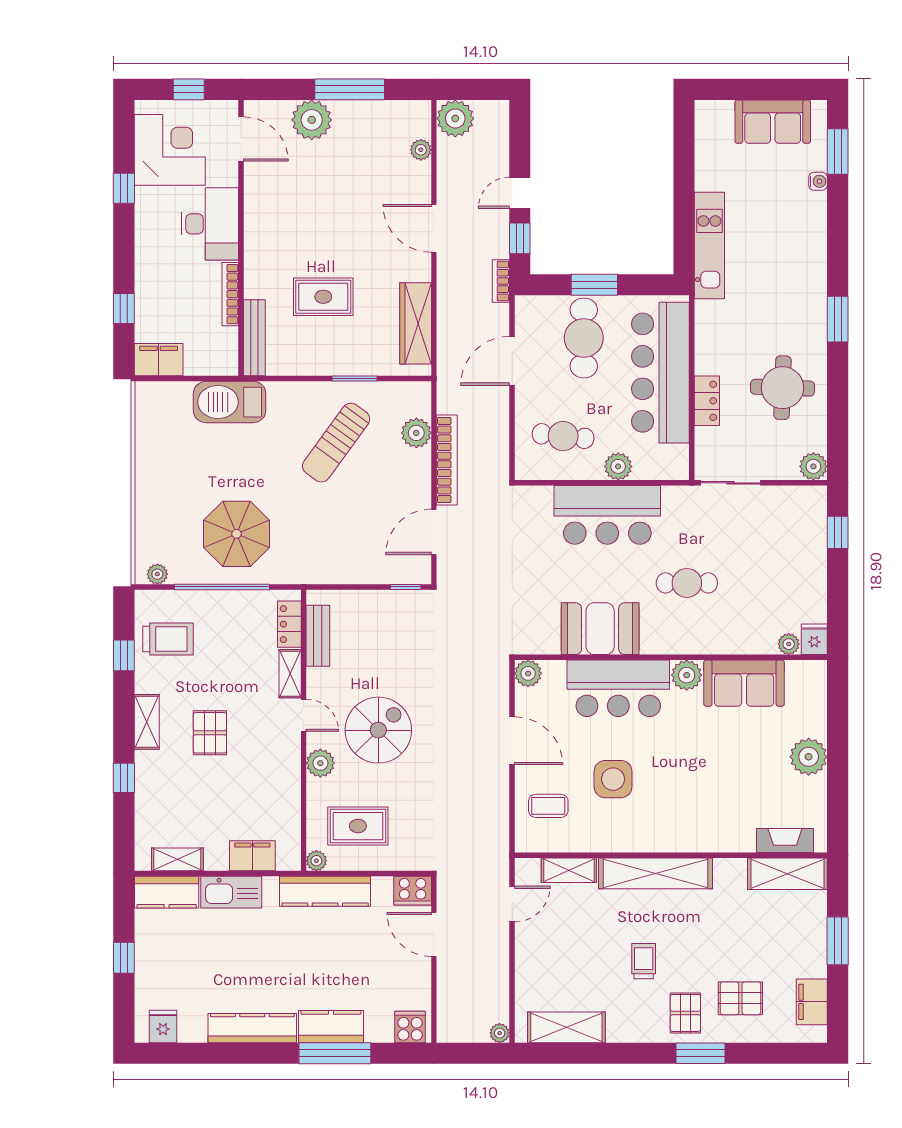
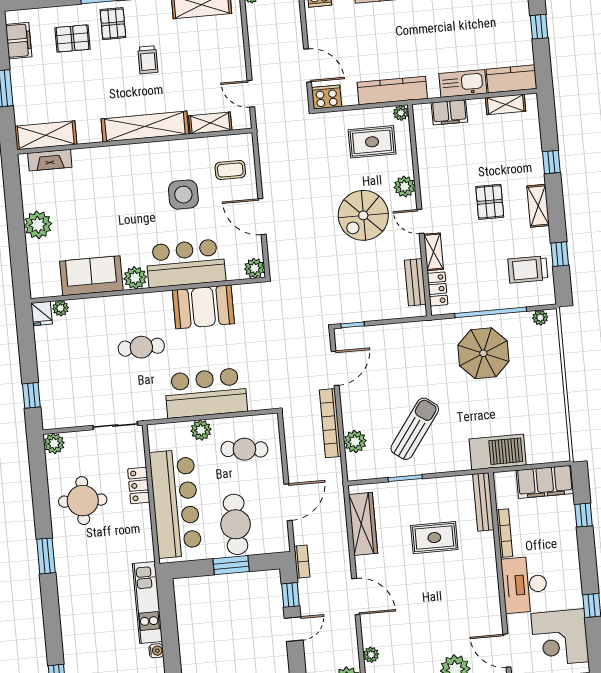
water cooler: (818, 181) -> (156, 651), moved, turned 180
filing cabinet: (159, 360) -> (545, 482), width x1.50, depth x1.17
door: (512, 904) -> (251, 94), hinge flipped

